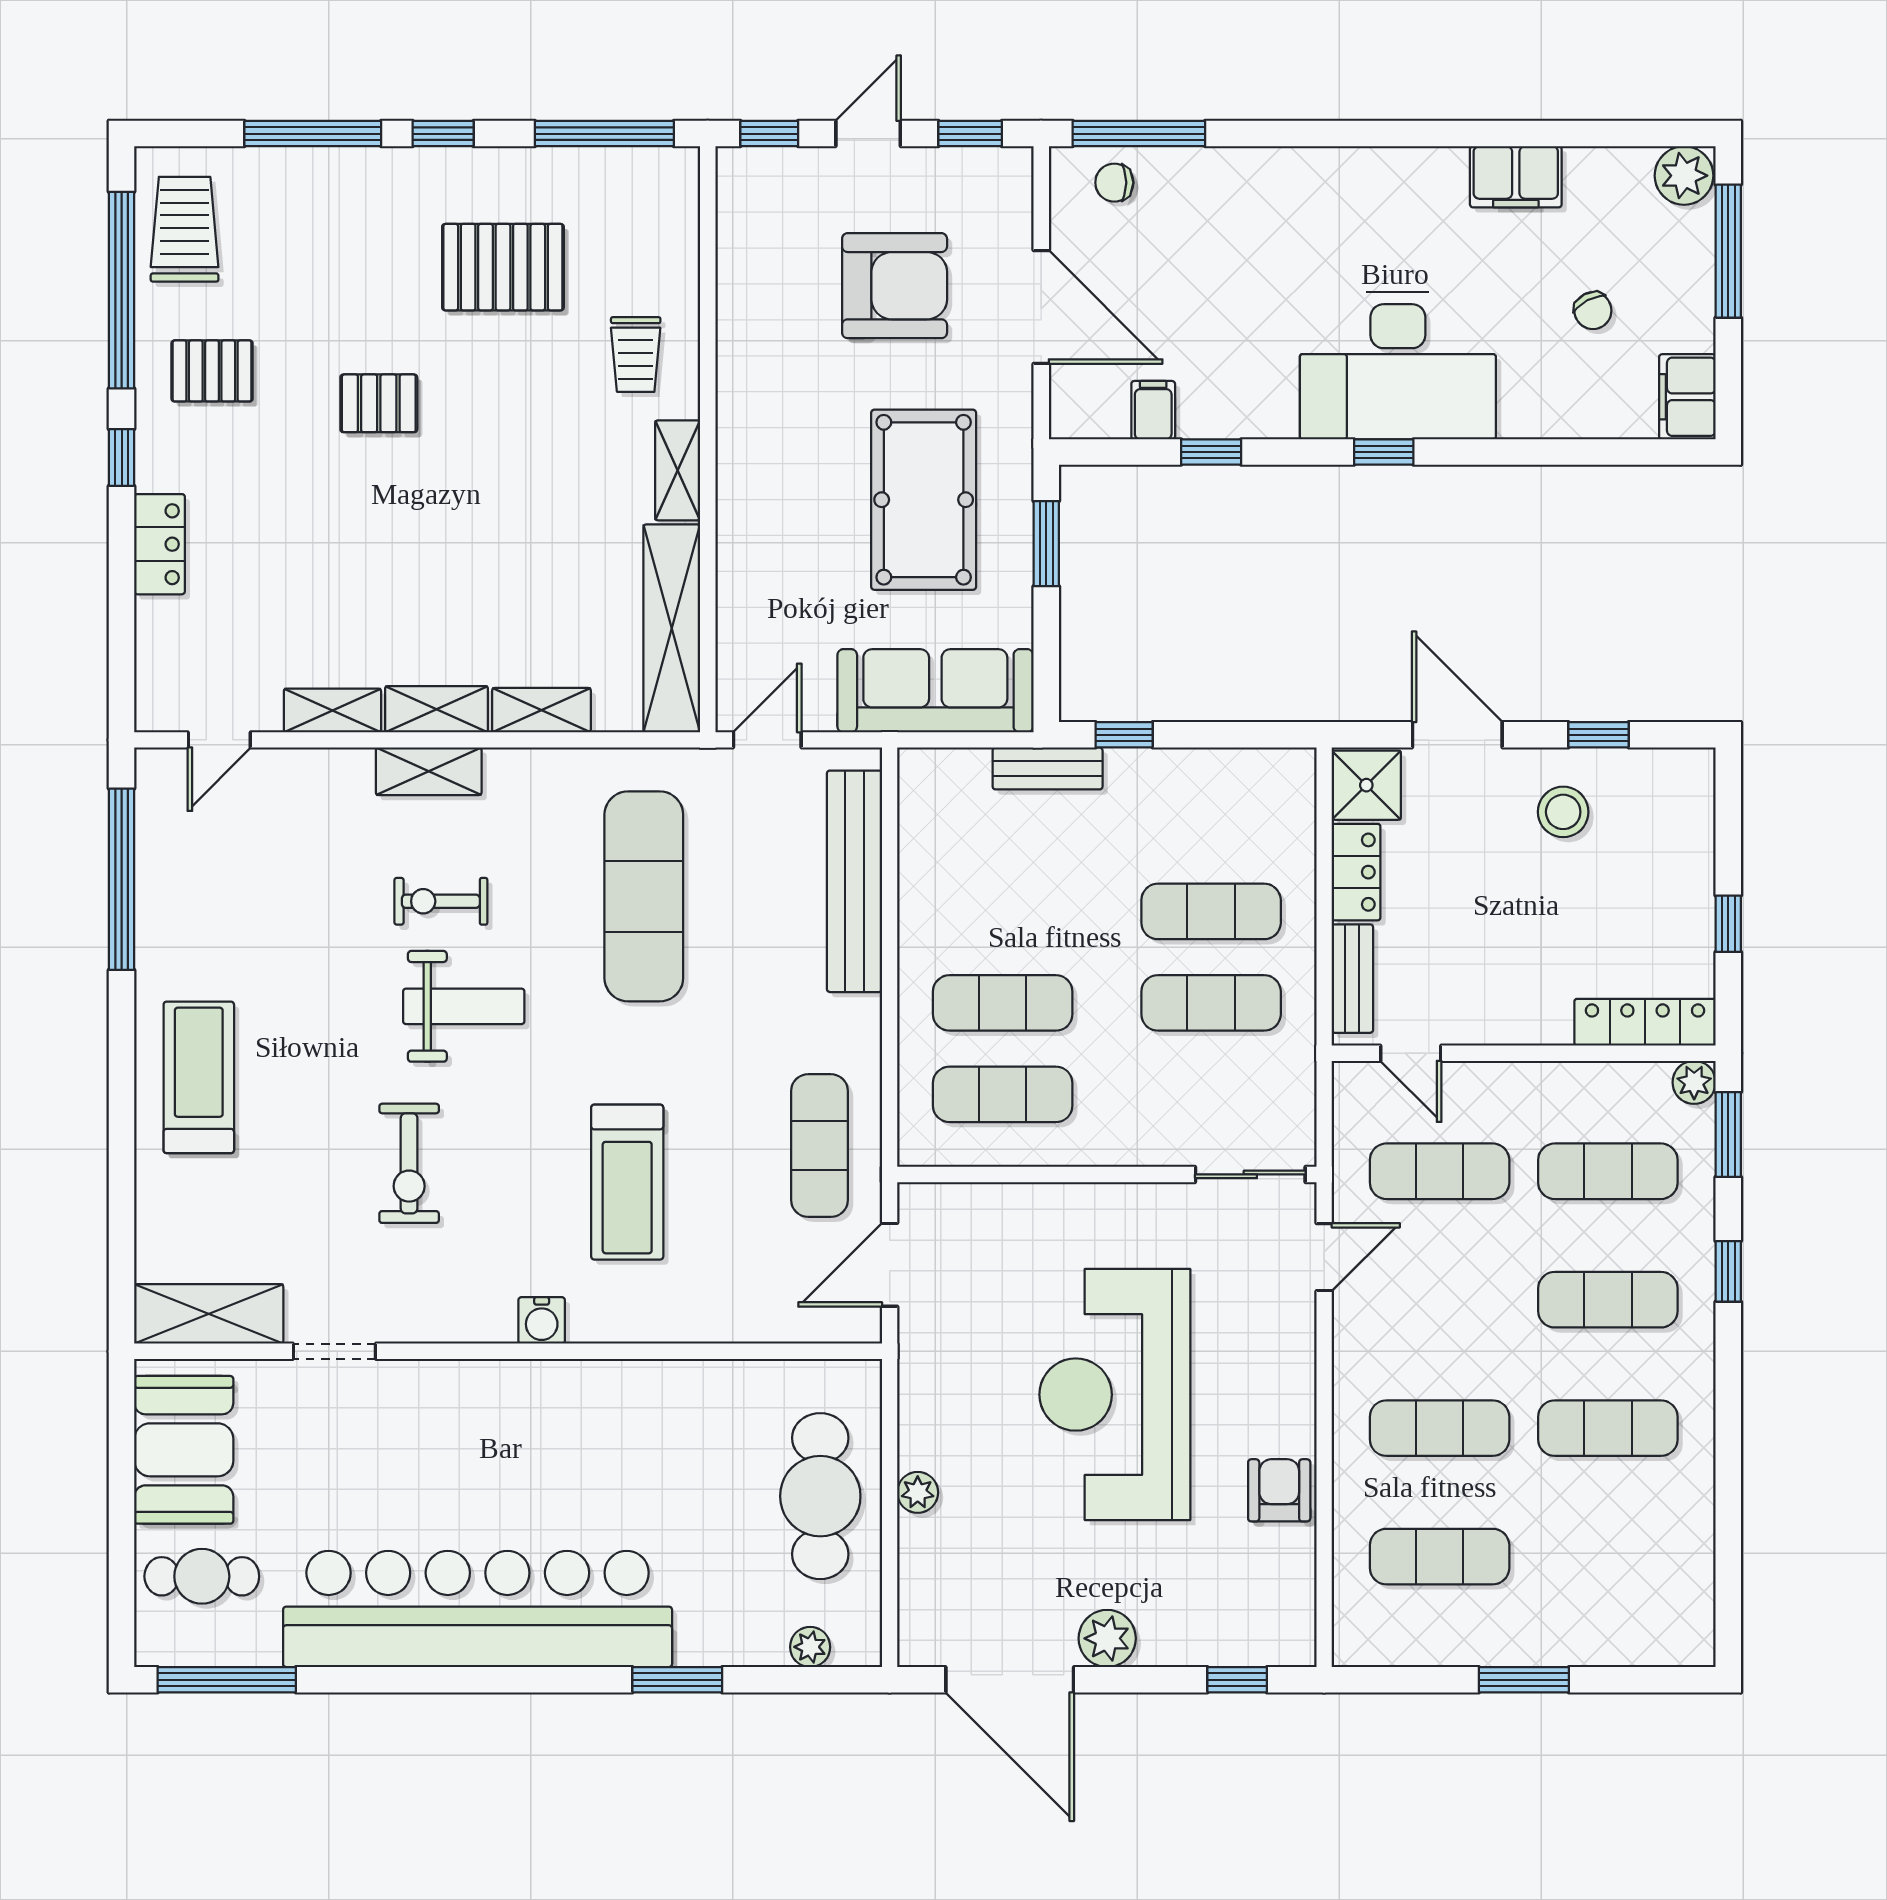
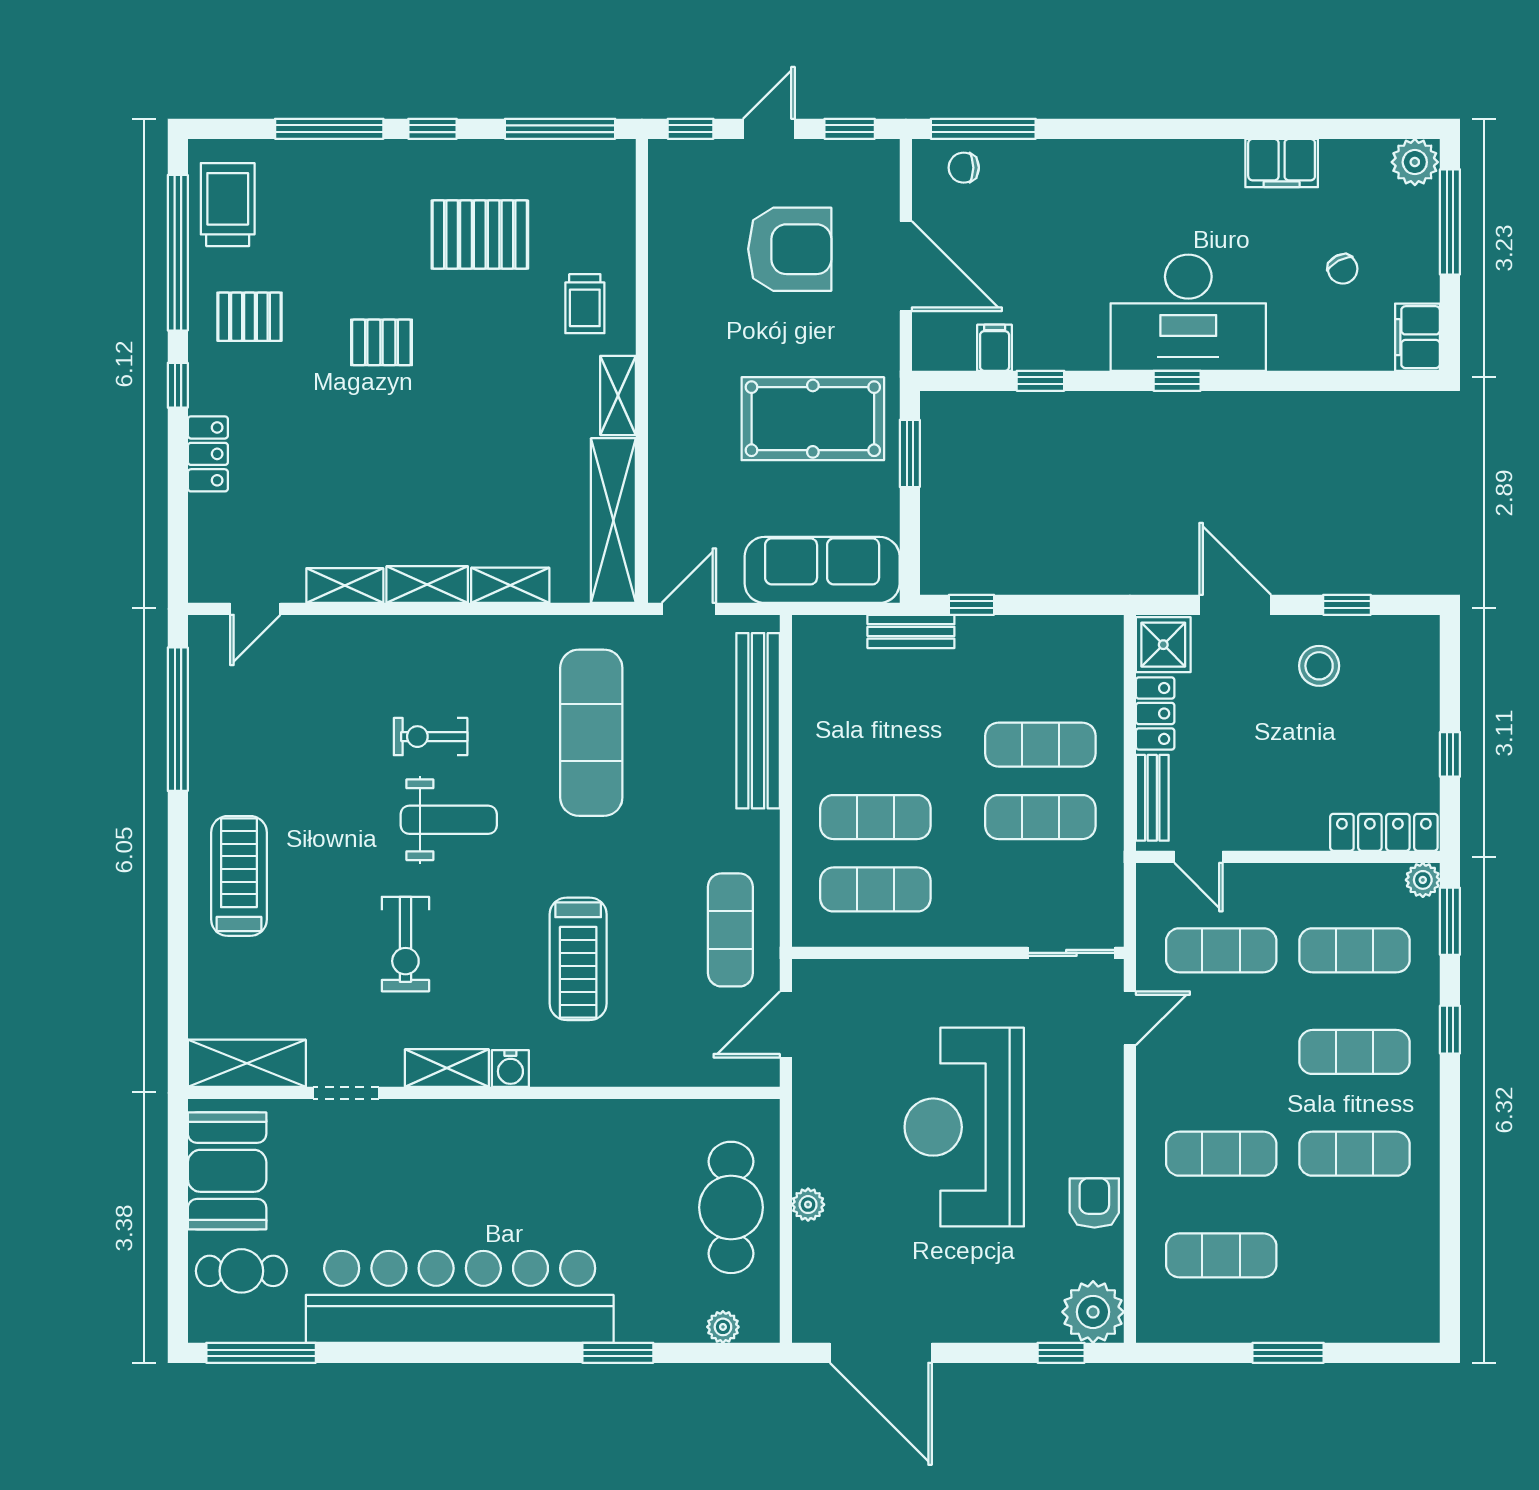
pool table: (924, 500) -> (813, 419), turned 90
shelving: (429, 771) -> (447, 1068), moved
plant: (1107, 1638) -> (1093, 1312), moved, width x1.36, depth x1.36

